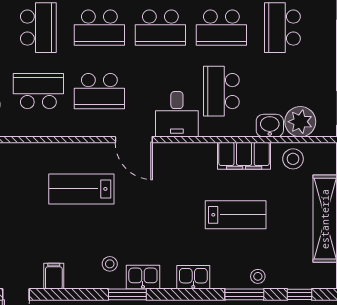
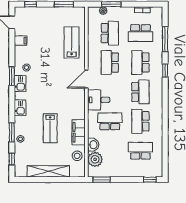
school desk: (160, 28) -> (140, 92), turned 180
lab bench: (81, 189) -> (72, 42), moved

